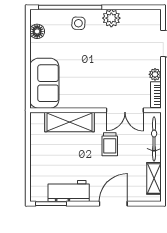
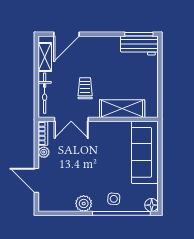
floor lamp: (37, 31) -> (152, 205), moved
sofa: (44, 83) -> (145, 152), width x1.36
double door: (125, 110) -> (71, 119), swing flipped
workbench: (69, 191) -> (139, 45), moved
door: (113, 204) -> (67, 34), moved

